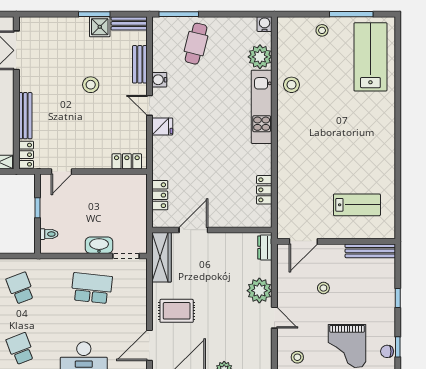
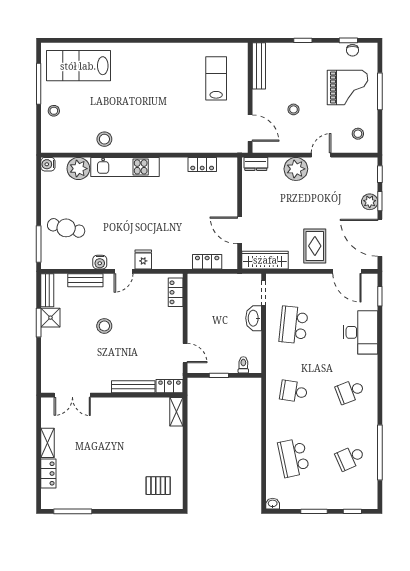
school desk: (20, 288) -> (294, 391), turned 30

